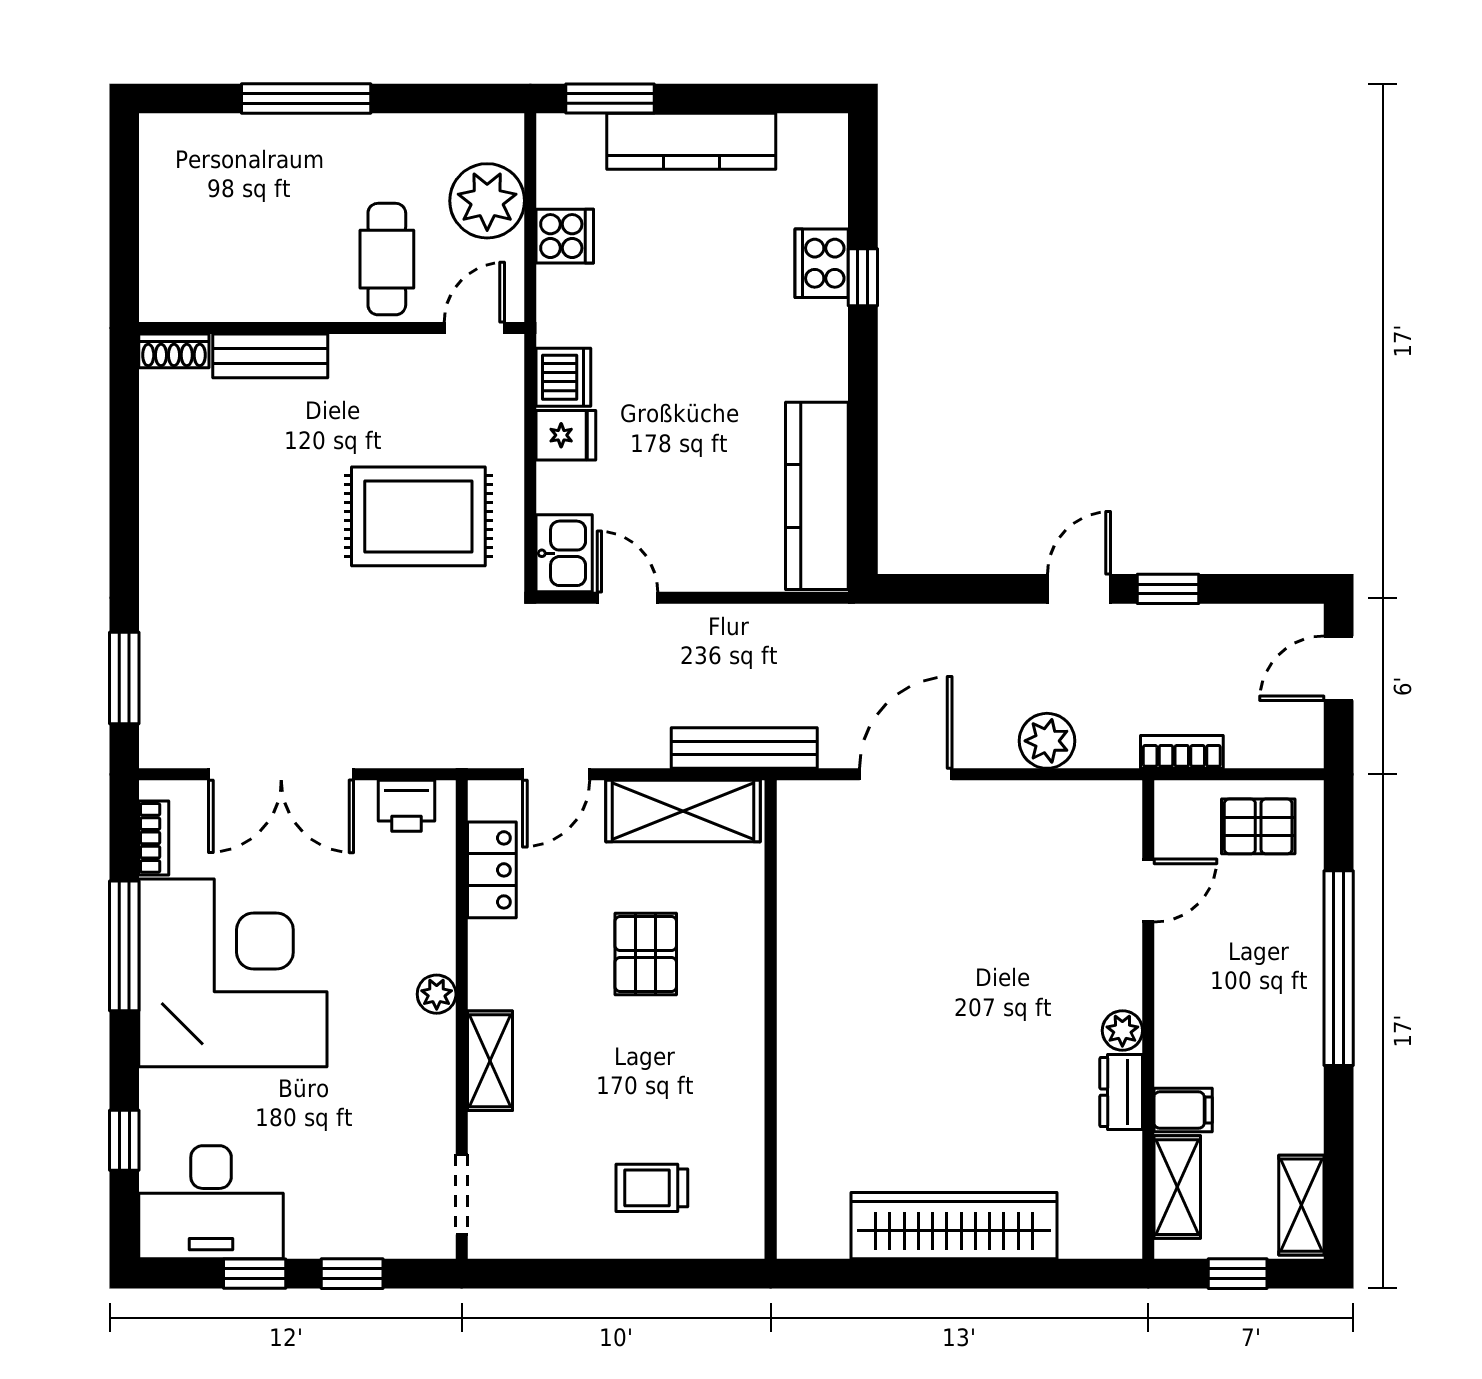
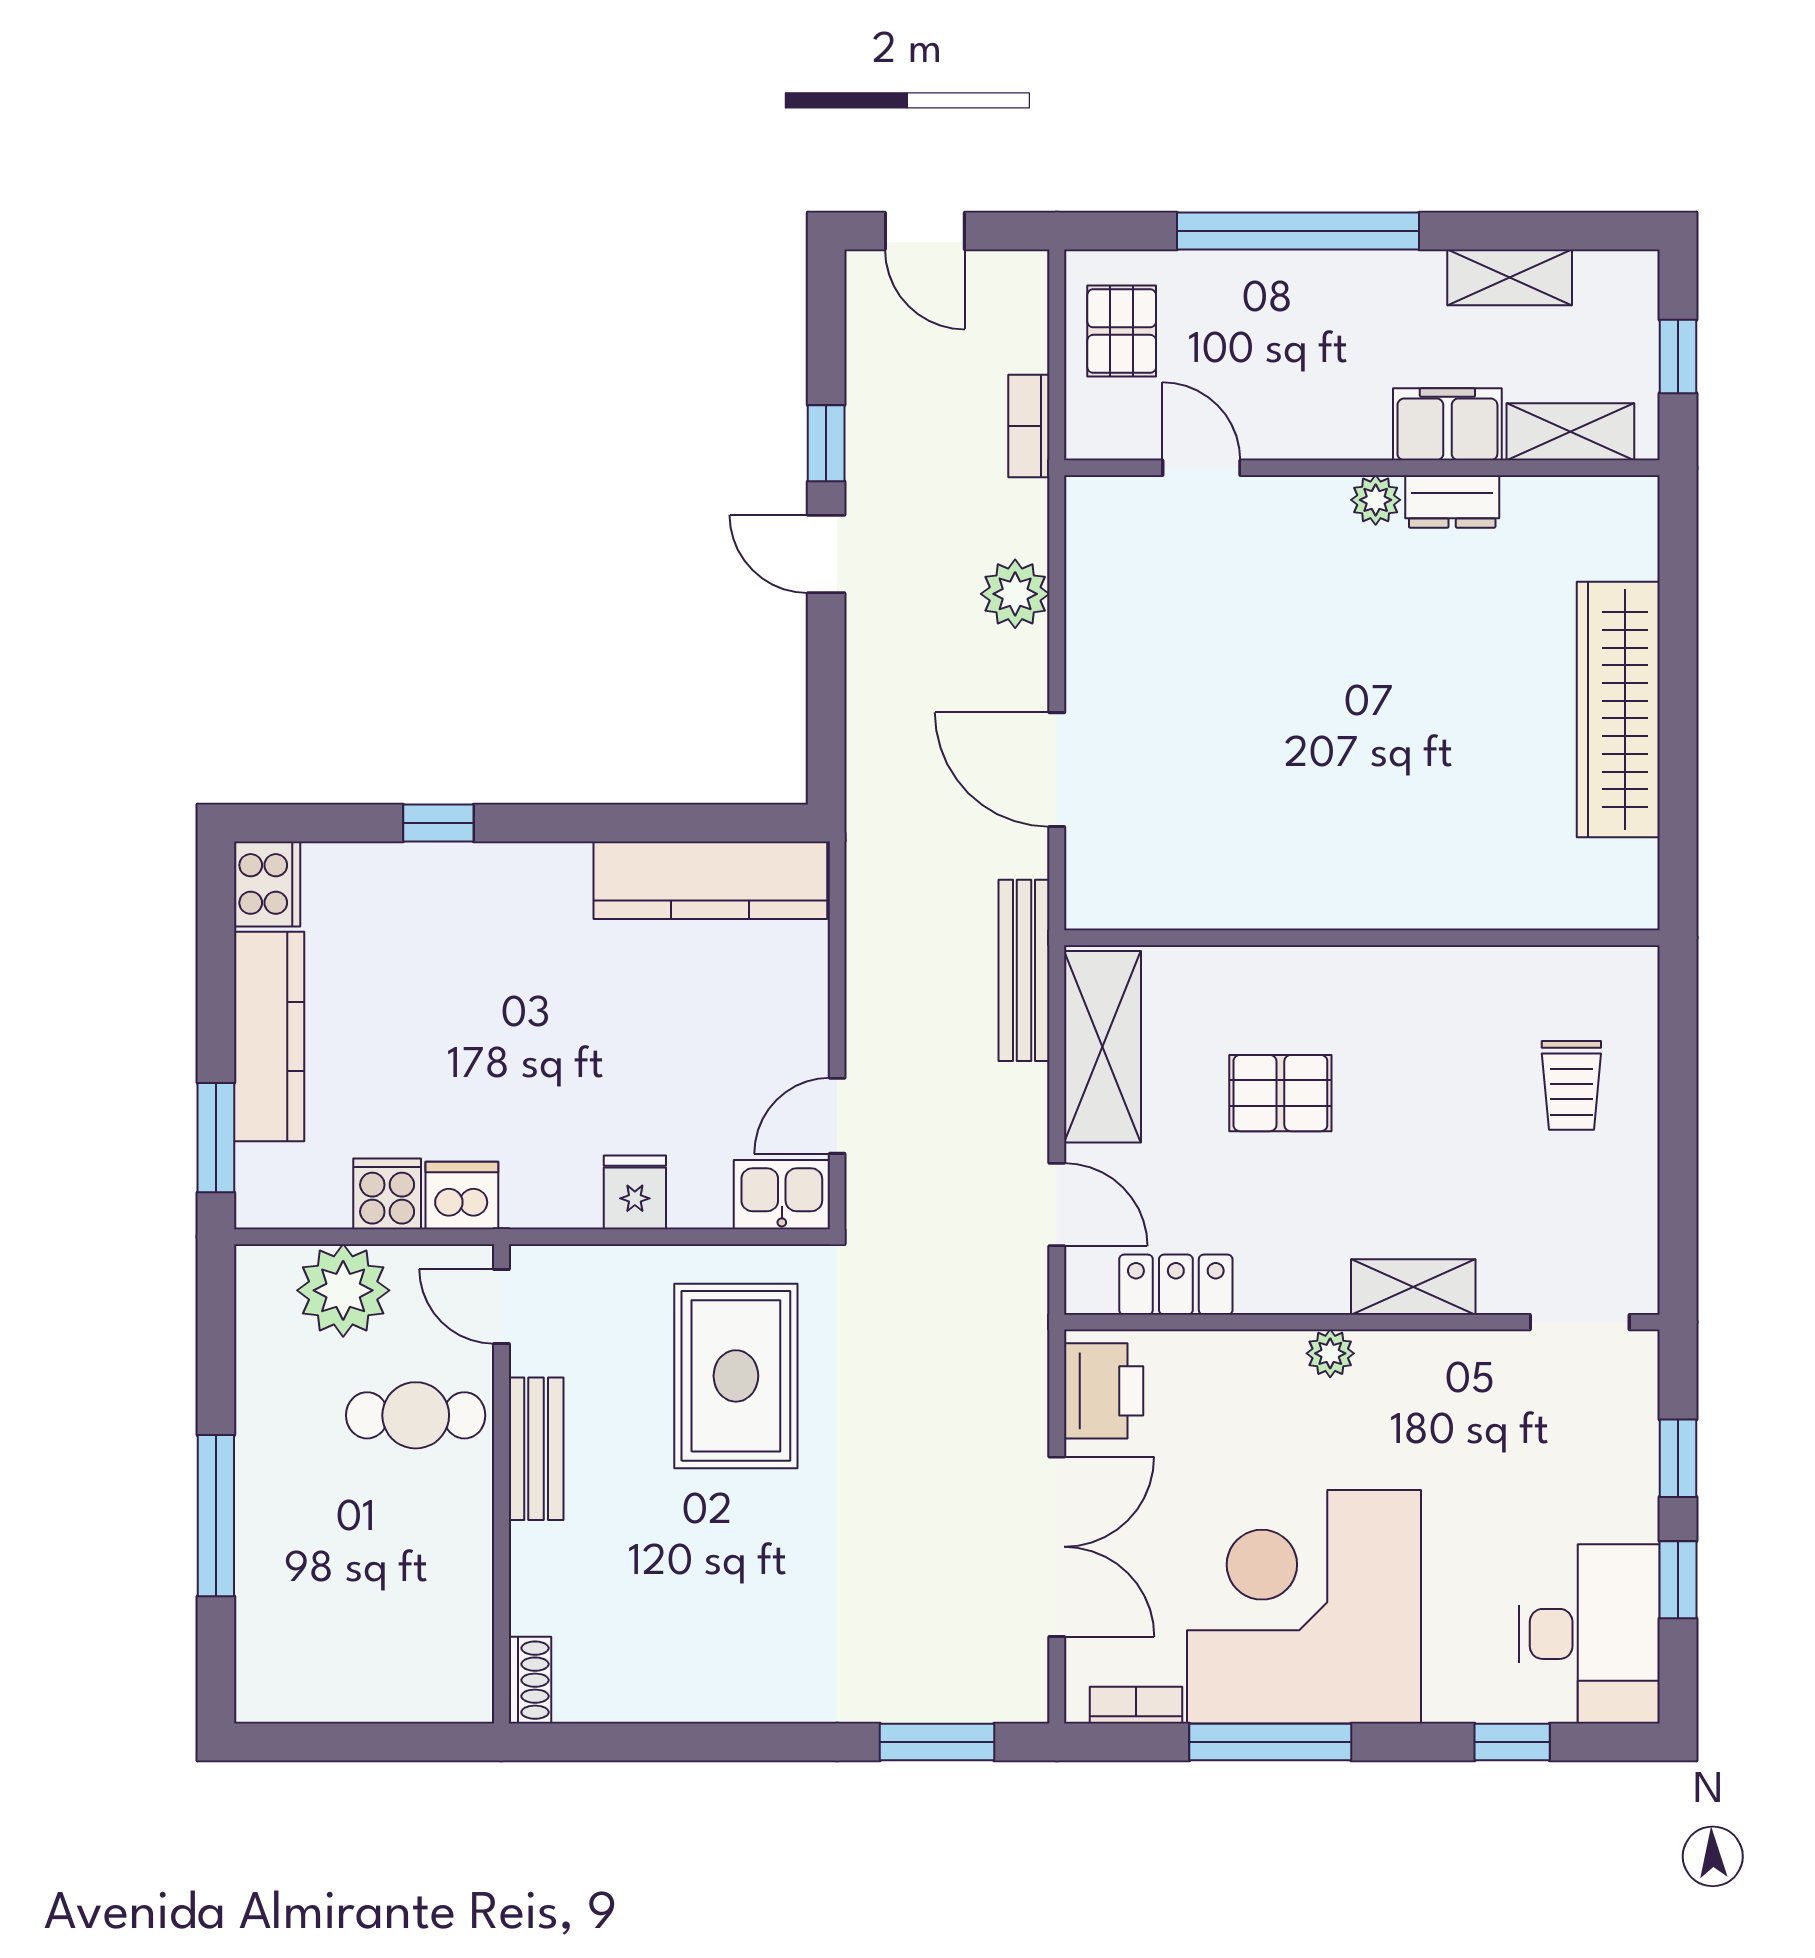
cooker: (822, 263) -> (267, 884), moved, turned -90
bench: (270, 356) -> (536, 1449), moved
dishwasher: (563, 377) -> (462, 1195), moved
printer: (406, 806) -> (1104, 1391), width x1.36, depth x1.24
filing cabinet: (1183, 1110) -> (1447, 424), width x2.00
shelving: (1301, 1205) -> (1510, 277), moved

